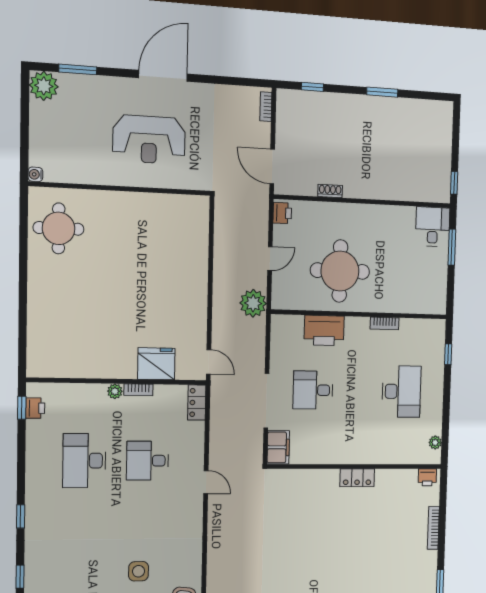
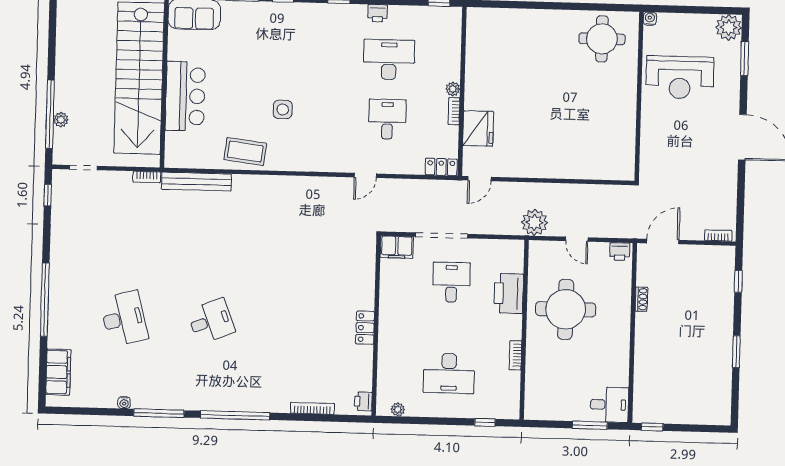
reception desk: (149, 140) -> (680, 77), moved, turned -90
printer: (35, 408) -> (378, 13), moved

